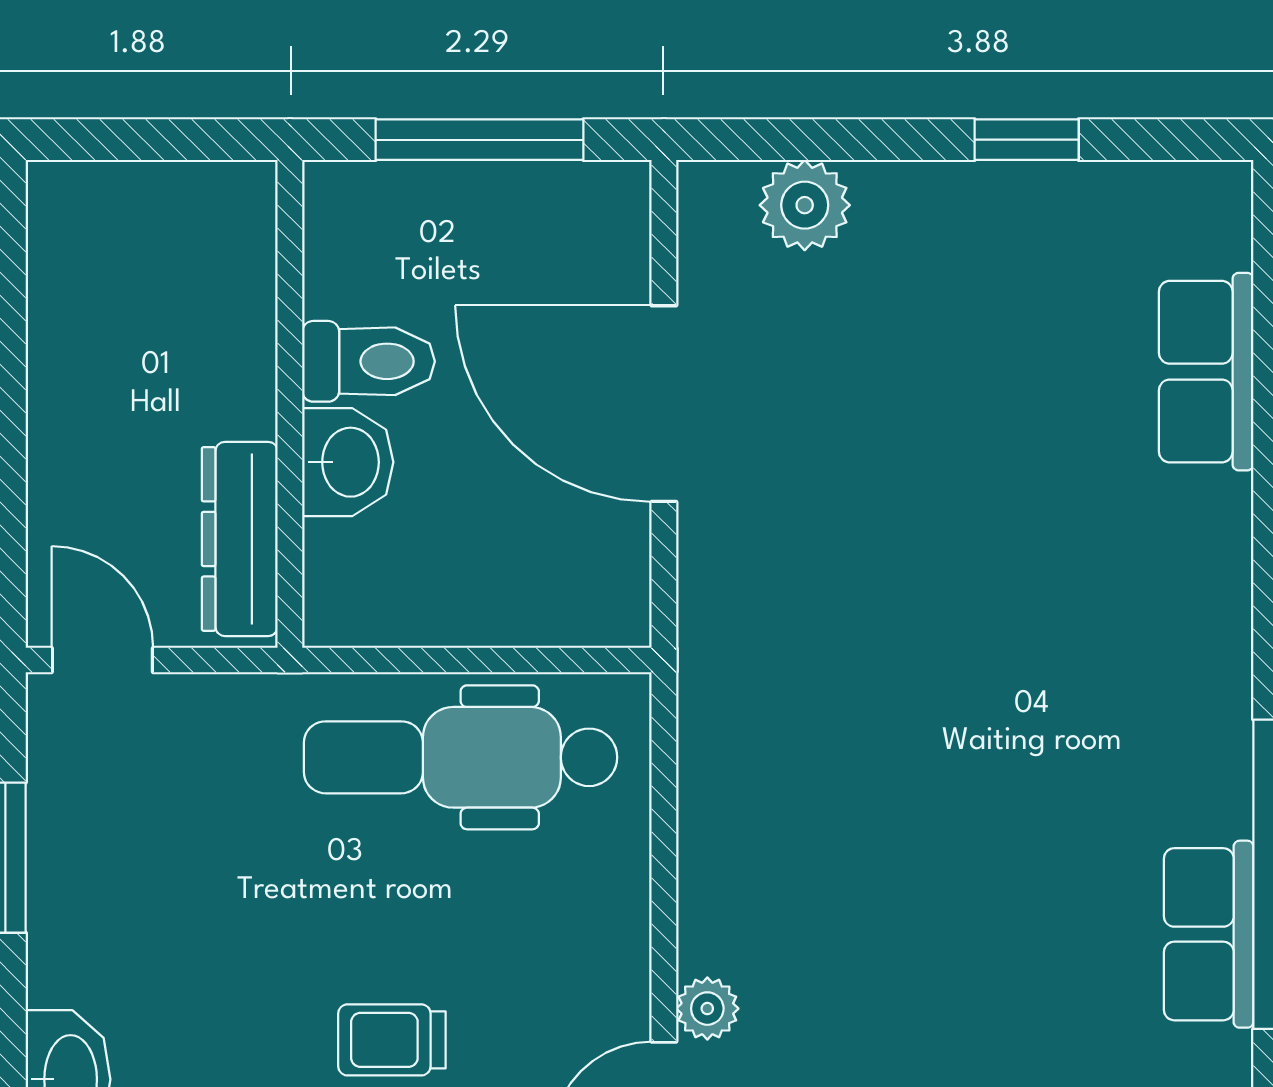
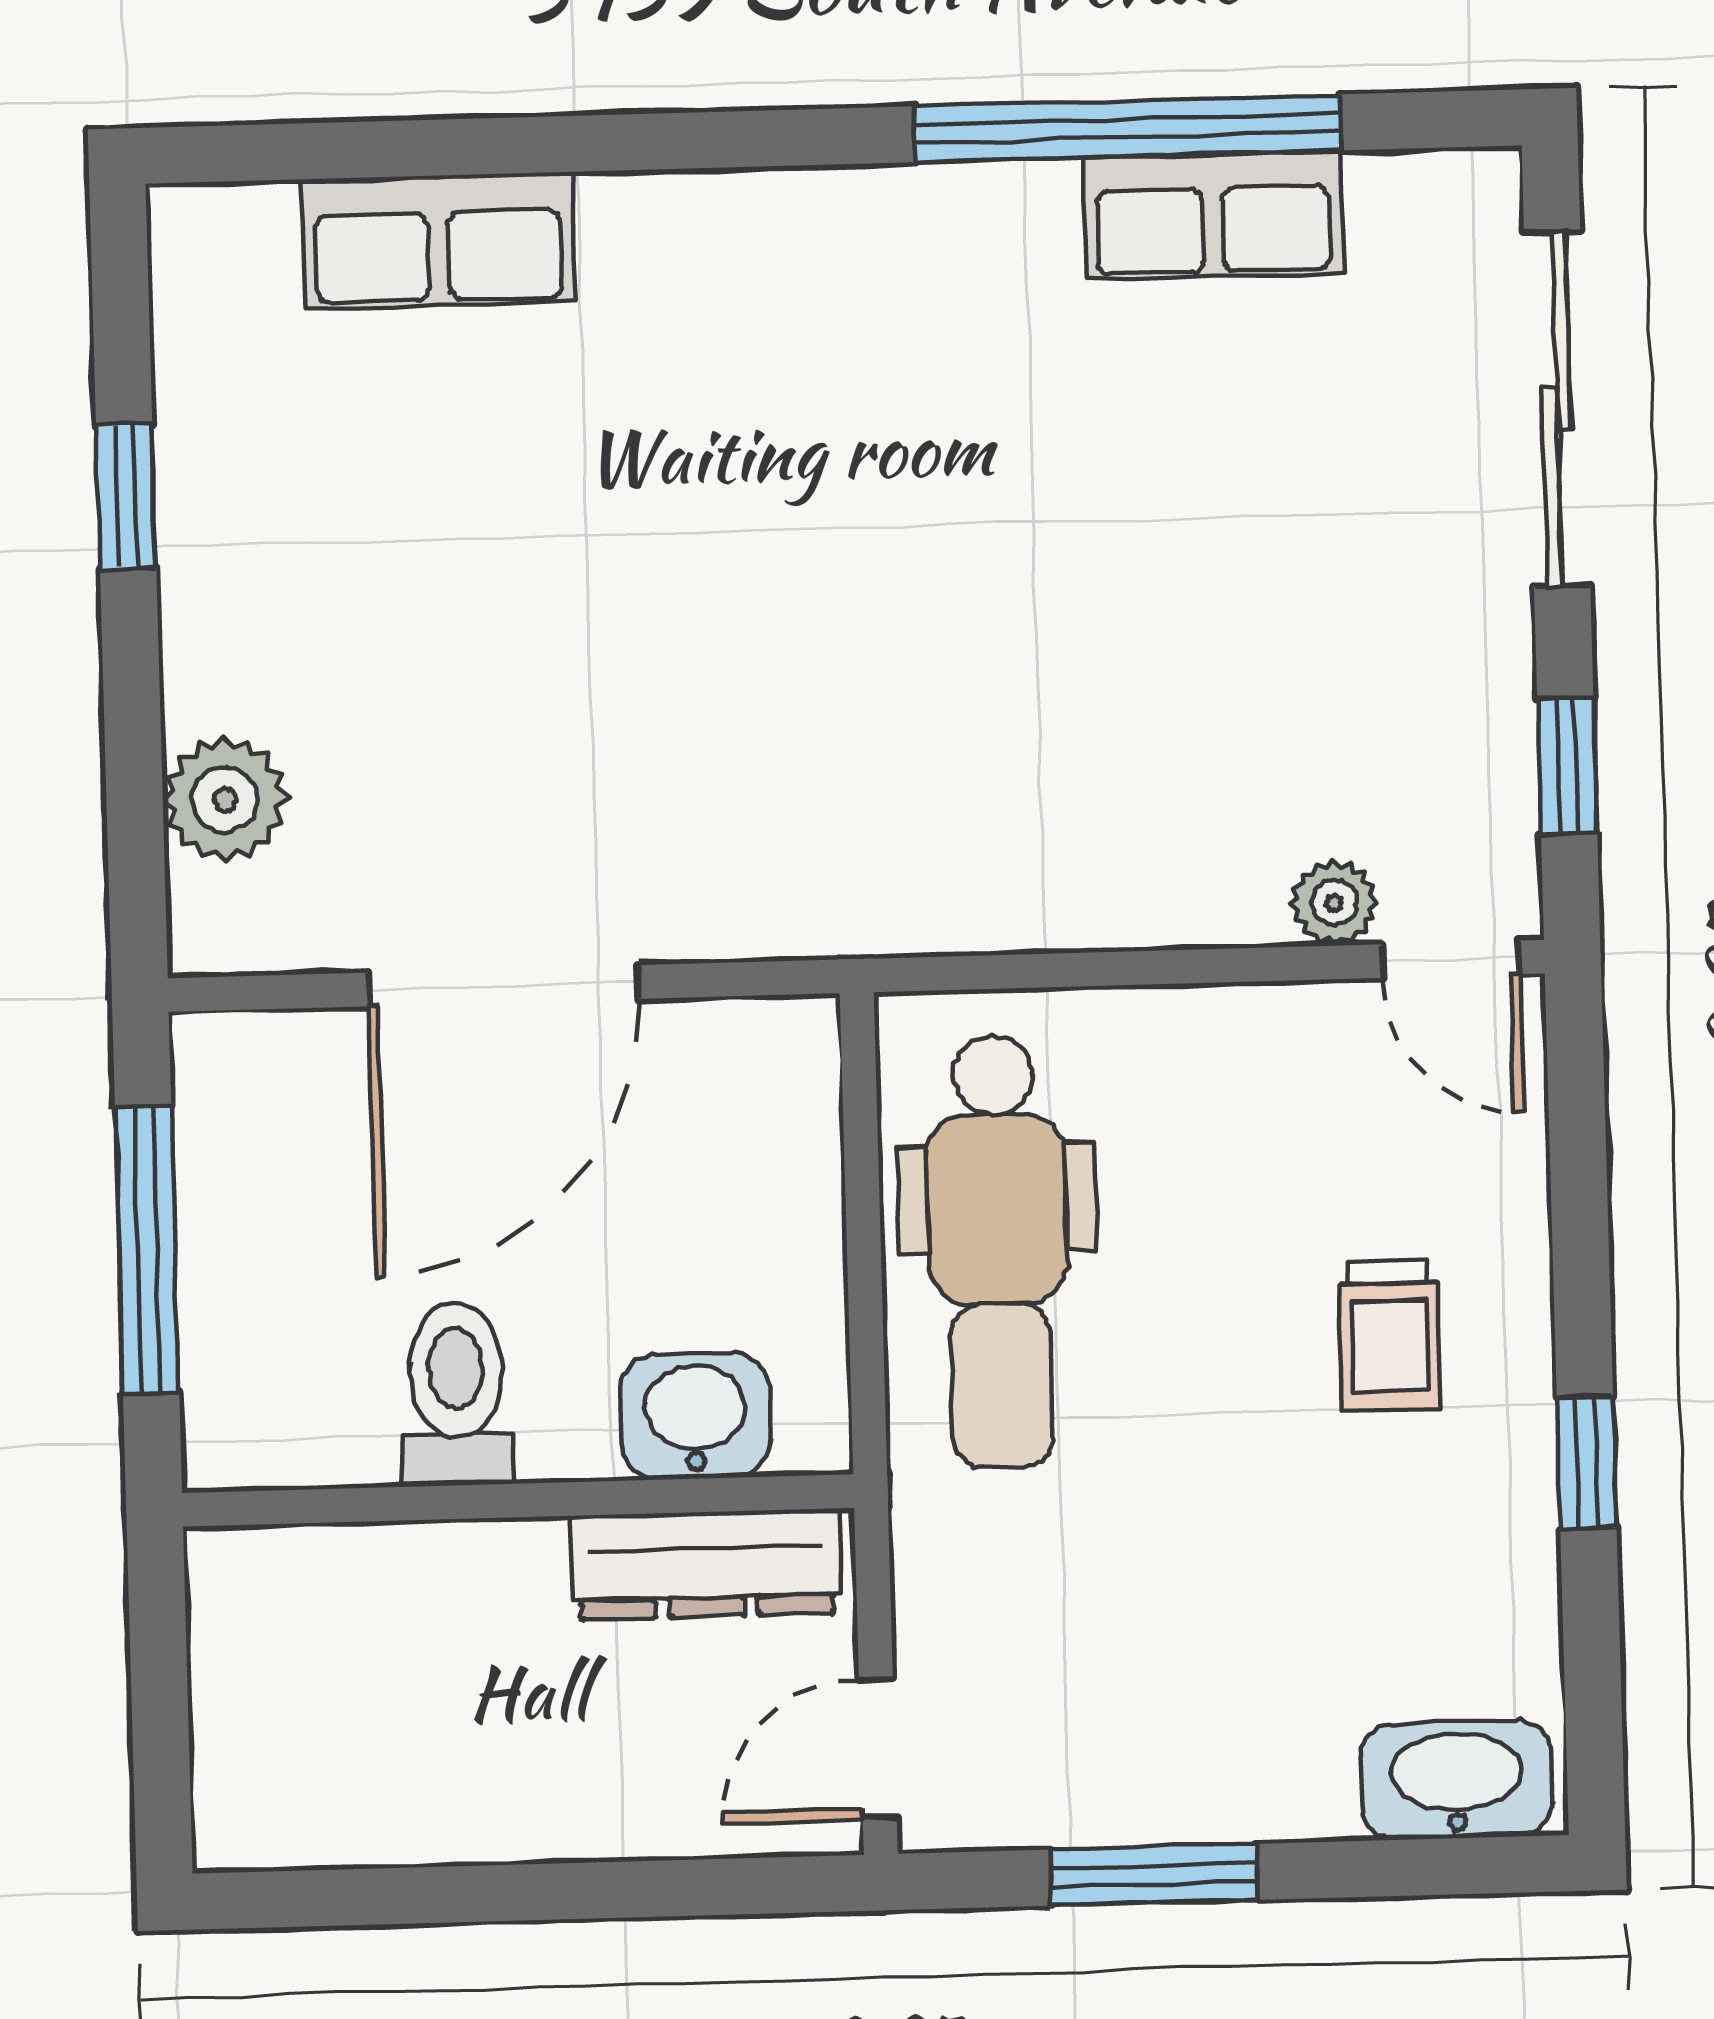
washbasin: (348, 462) -> (695, 1416), moved

